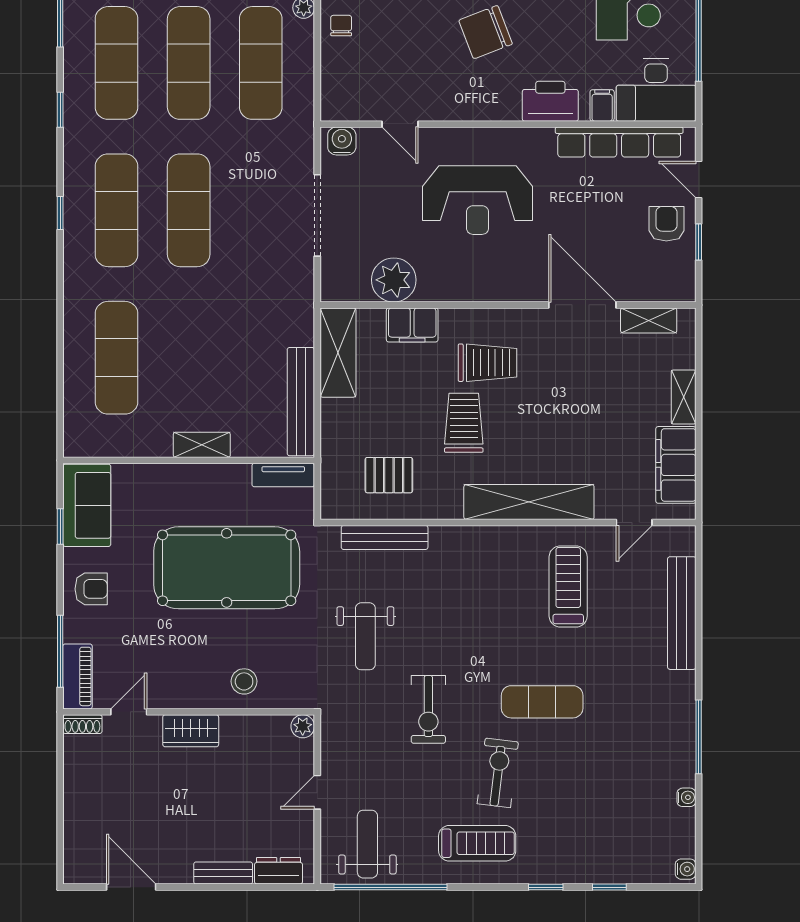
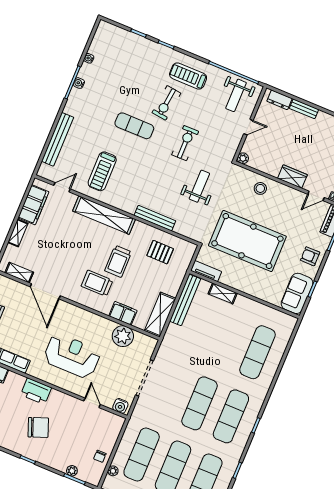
printer: (550, 101) -> (36, 391), moved
shelving: (202, 445) -> (223, 293), moved
bench: (385, 537) -> (155, 218), moved
water cooler: (686, 869) -> (79, 83), moved

